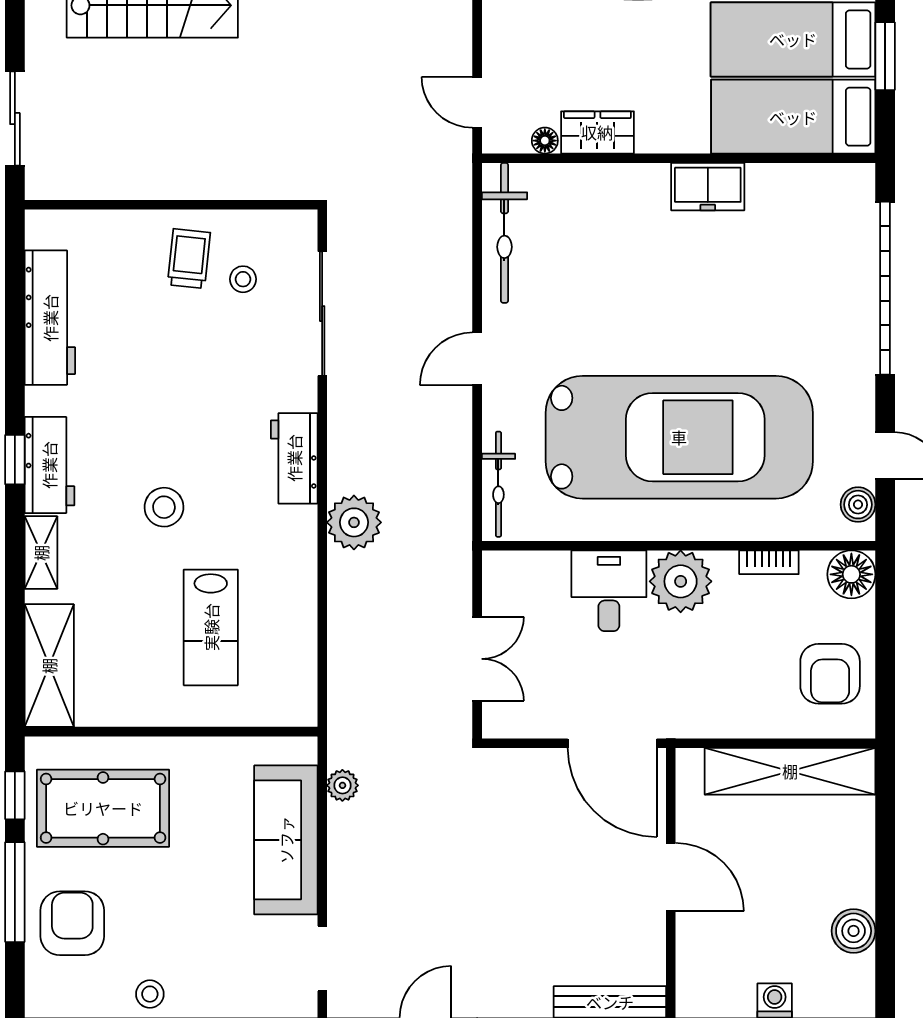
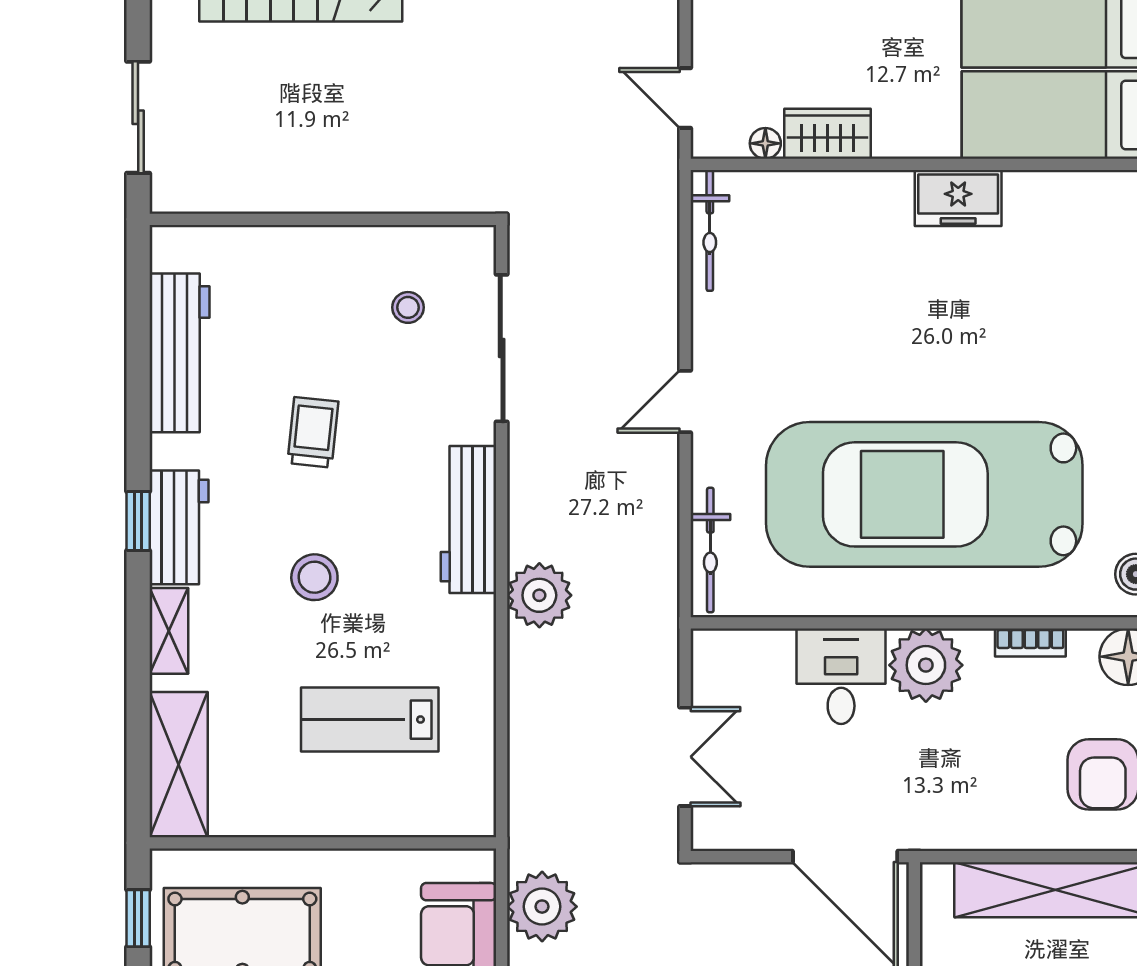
bicycle: (504, 233) -> (710, 230), width x0.73, depth x0.71
trolley: (189, 259) -> (313, 432), moved
car: (679, 437) -> (924, 494), turned 180
workbench: (294, 458) -> (469, 519), width x1.38
lab bench: (211, 627) -> (370, 720), turned 90
plant: (342, 785) -> (542, 907), width x1.88, depth x1.88

